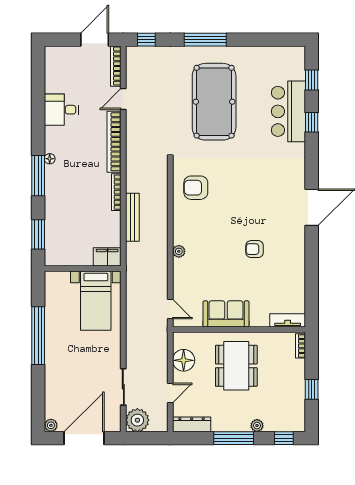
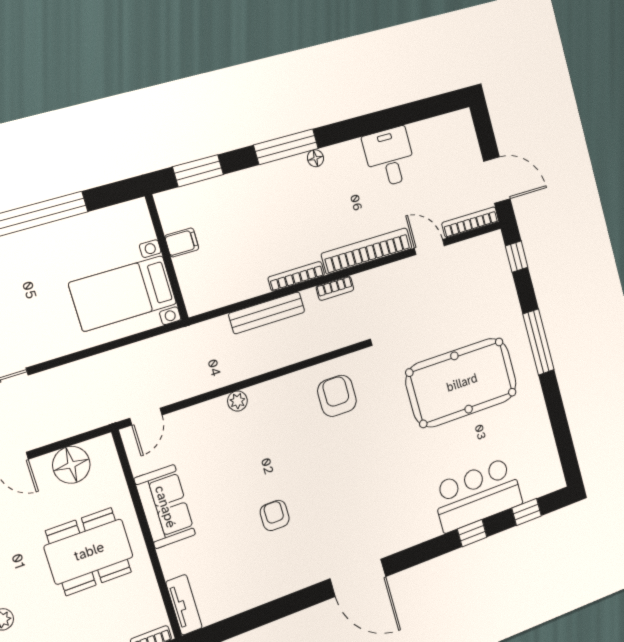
bookcase: (131, 169) -> (335, 288), added
filing cabinet: (107, 257) -> (182, 242), moved, width x0.50

